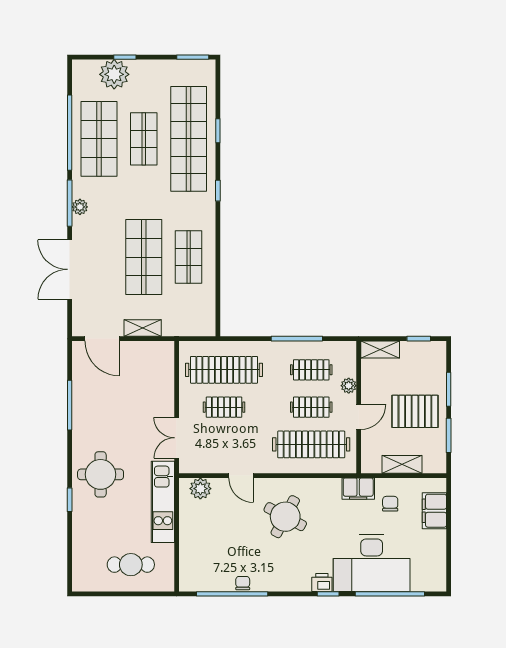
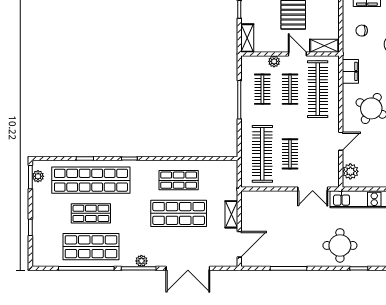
plant: (114, 74) -> (38, 176), moved, width x0.53, depth x0.53
shelving: (402, 464) -> (324, 46), moved, turned 90
filing cabinet: (358, 489) -> (350, 71), moved

